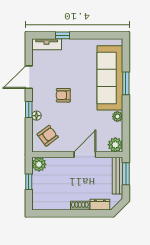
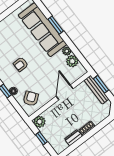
plant: (115, 145) -> (72, 61), moved
dresser: (100, 205) -> (73, 138), moved

